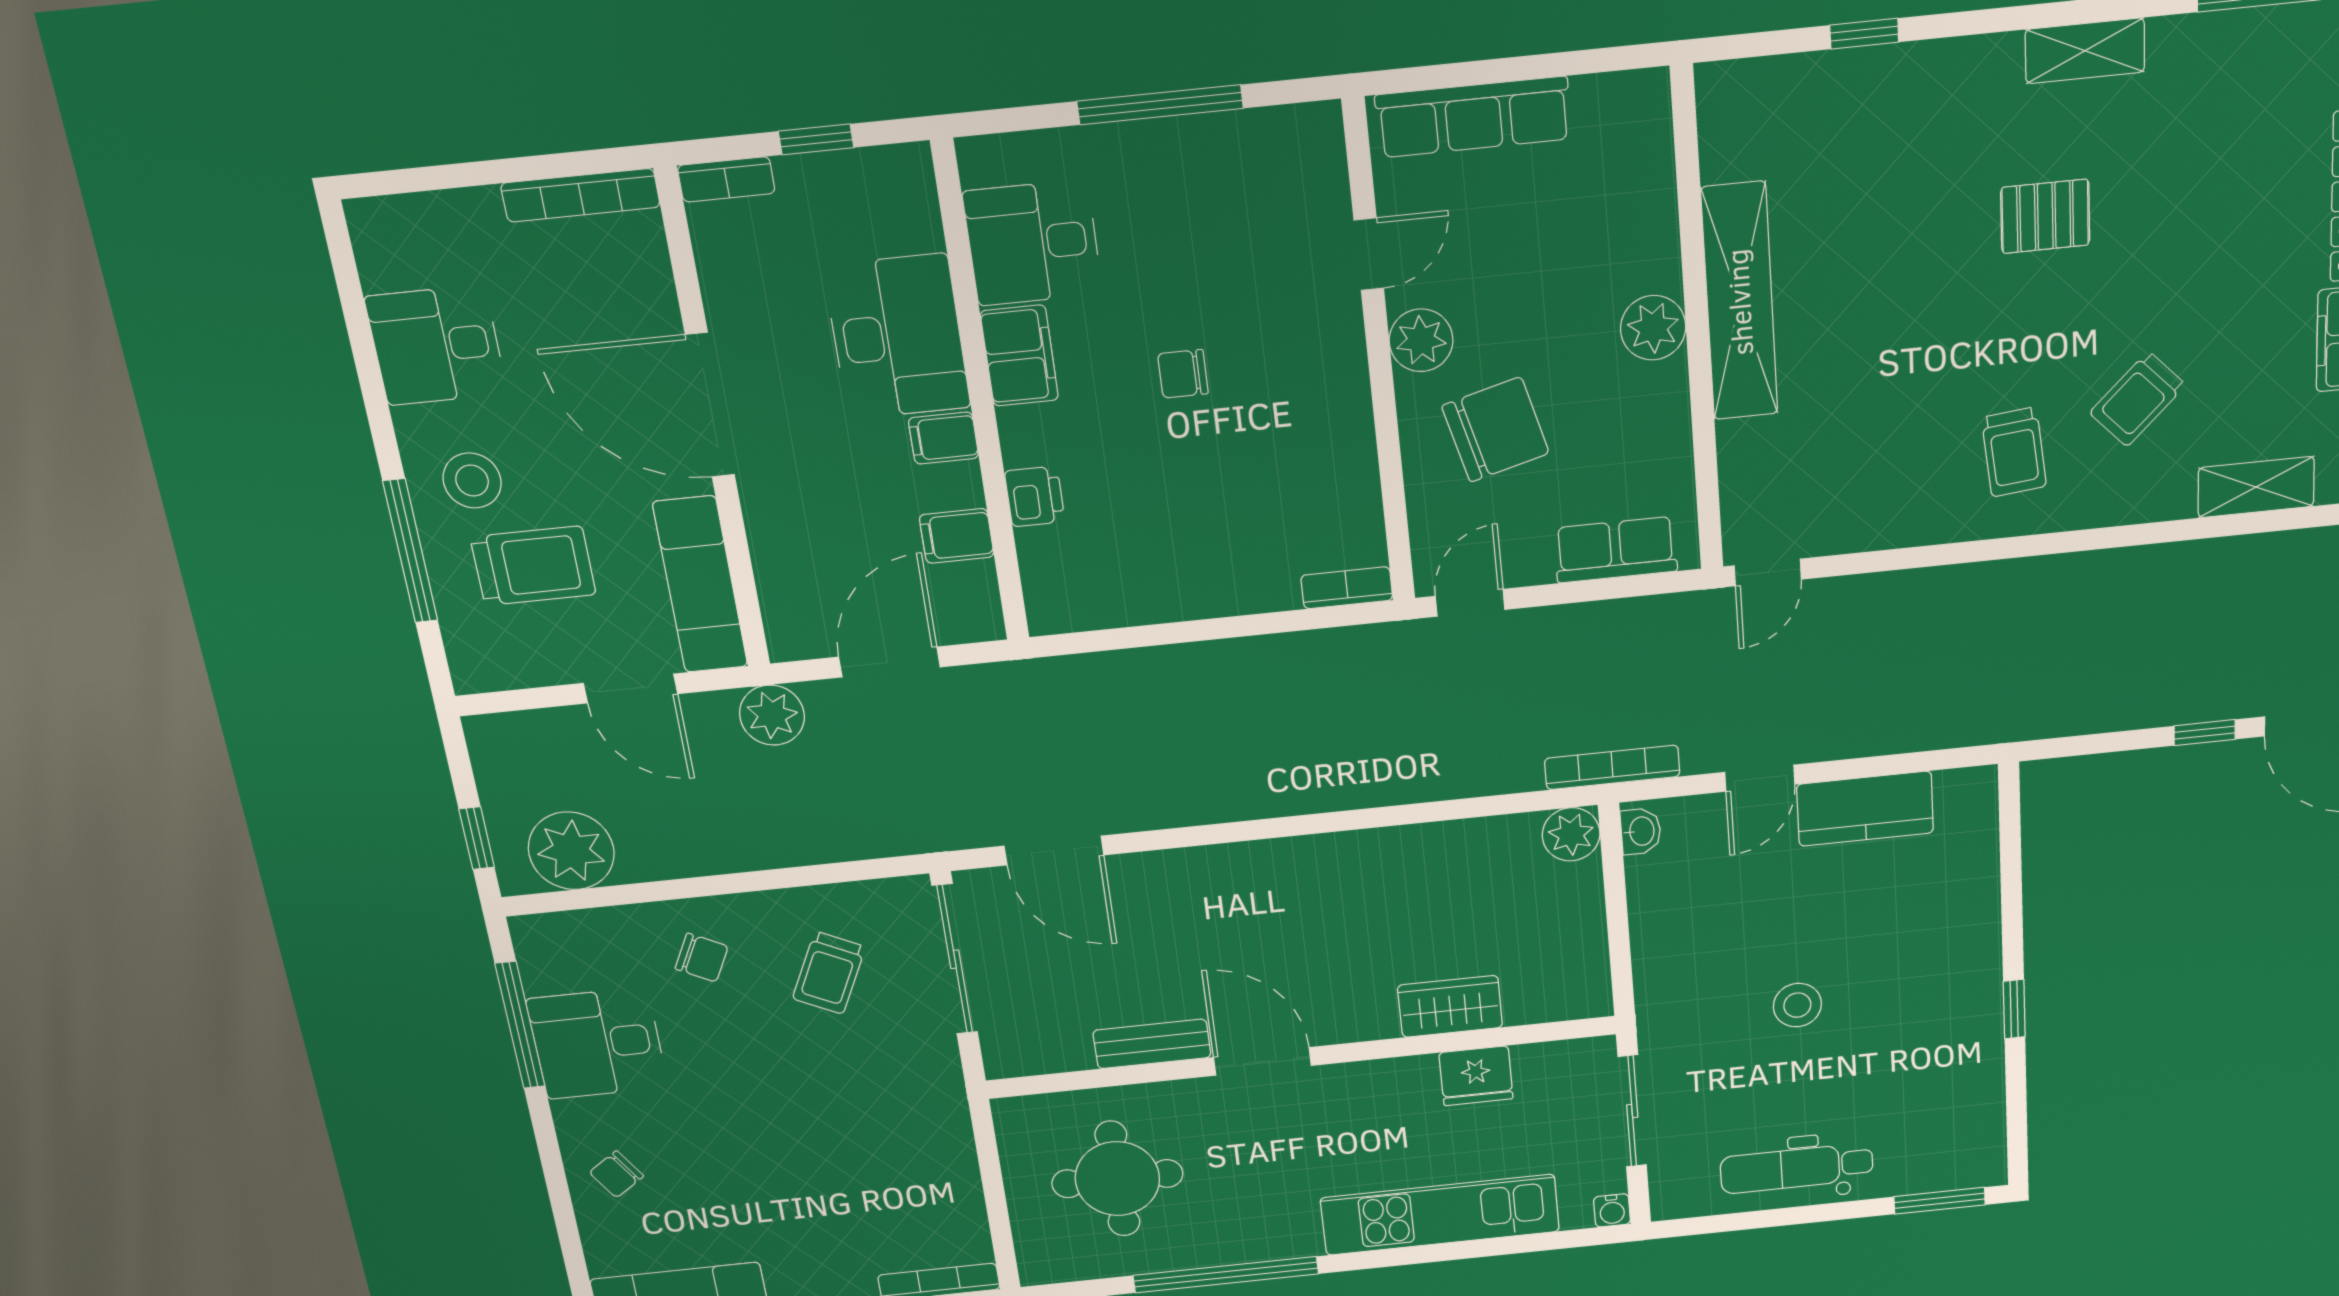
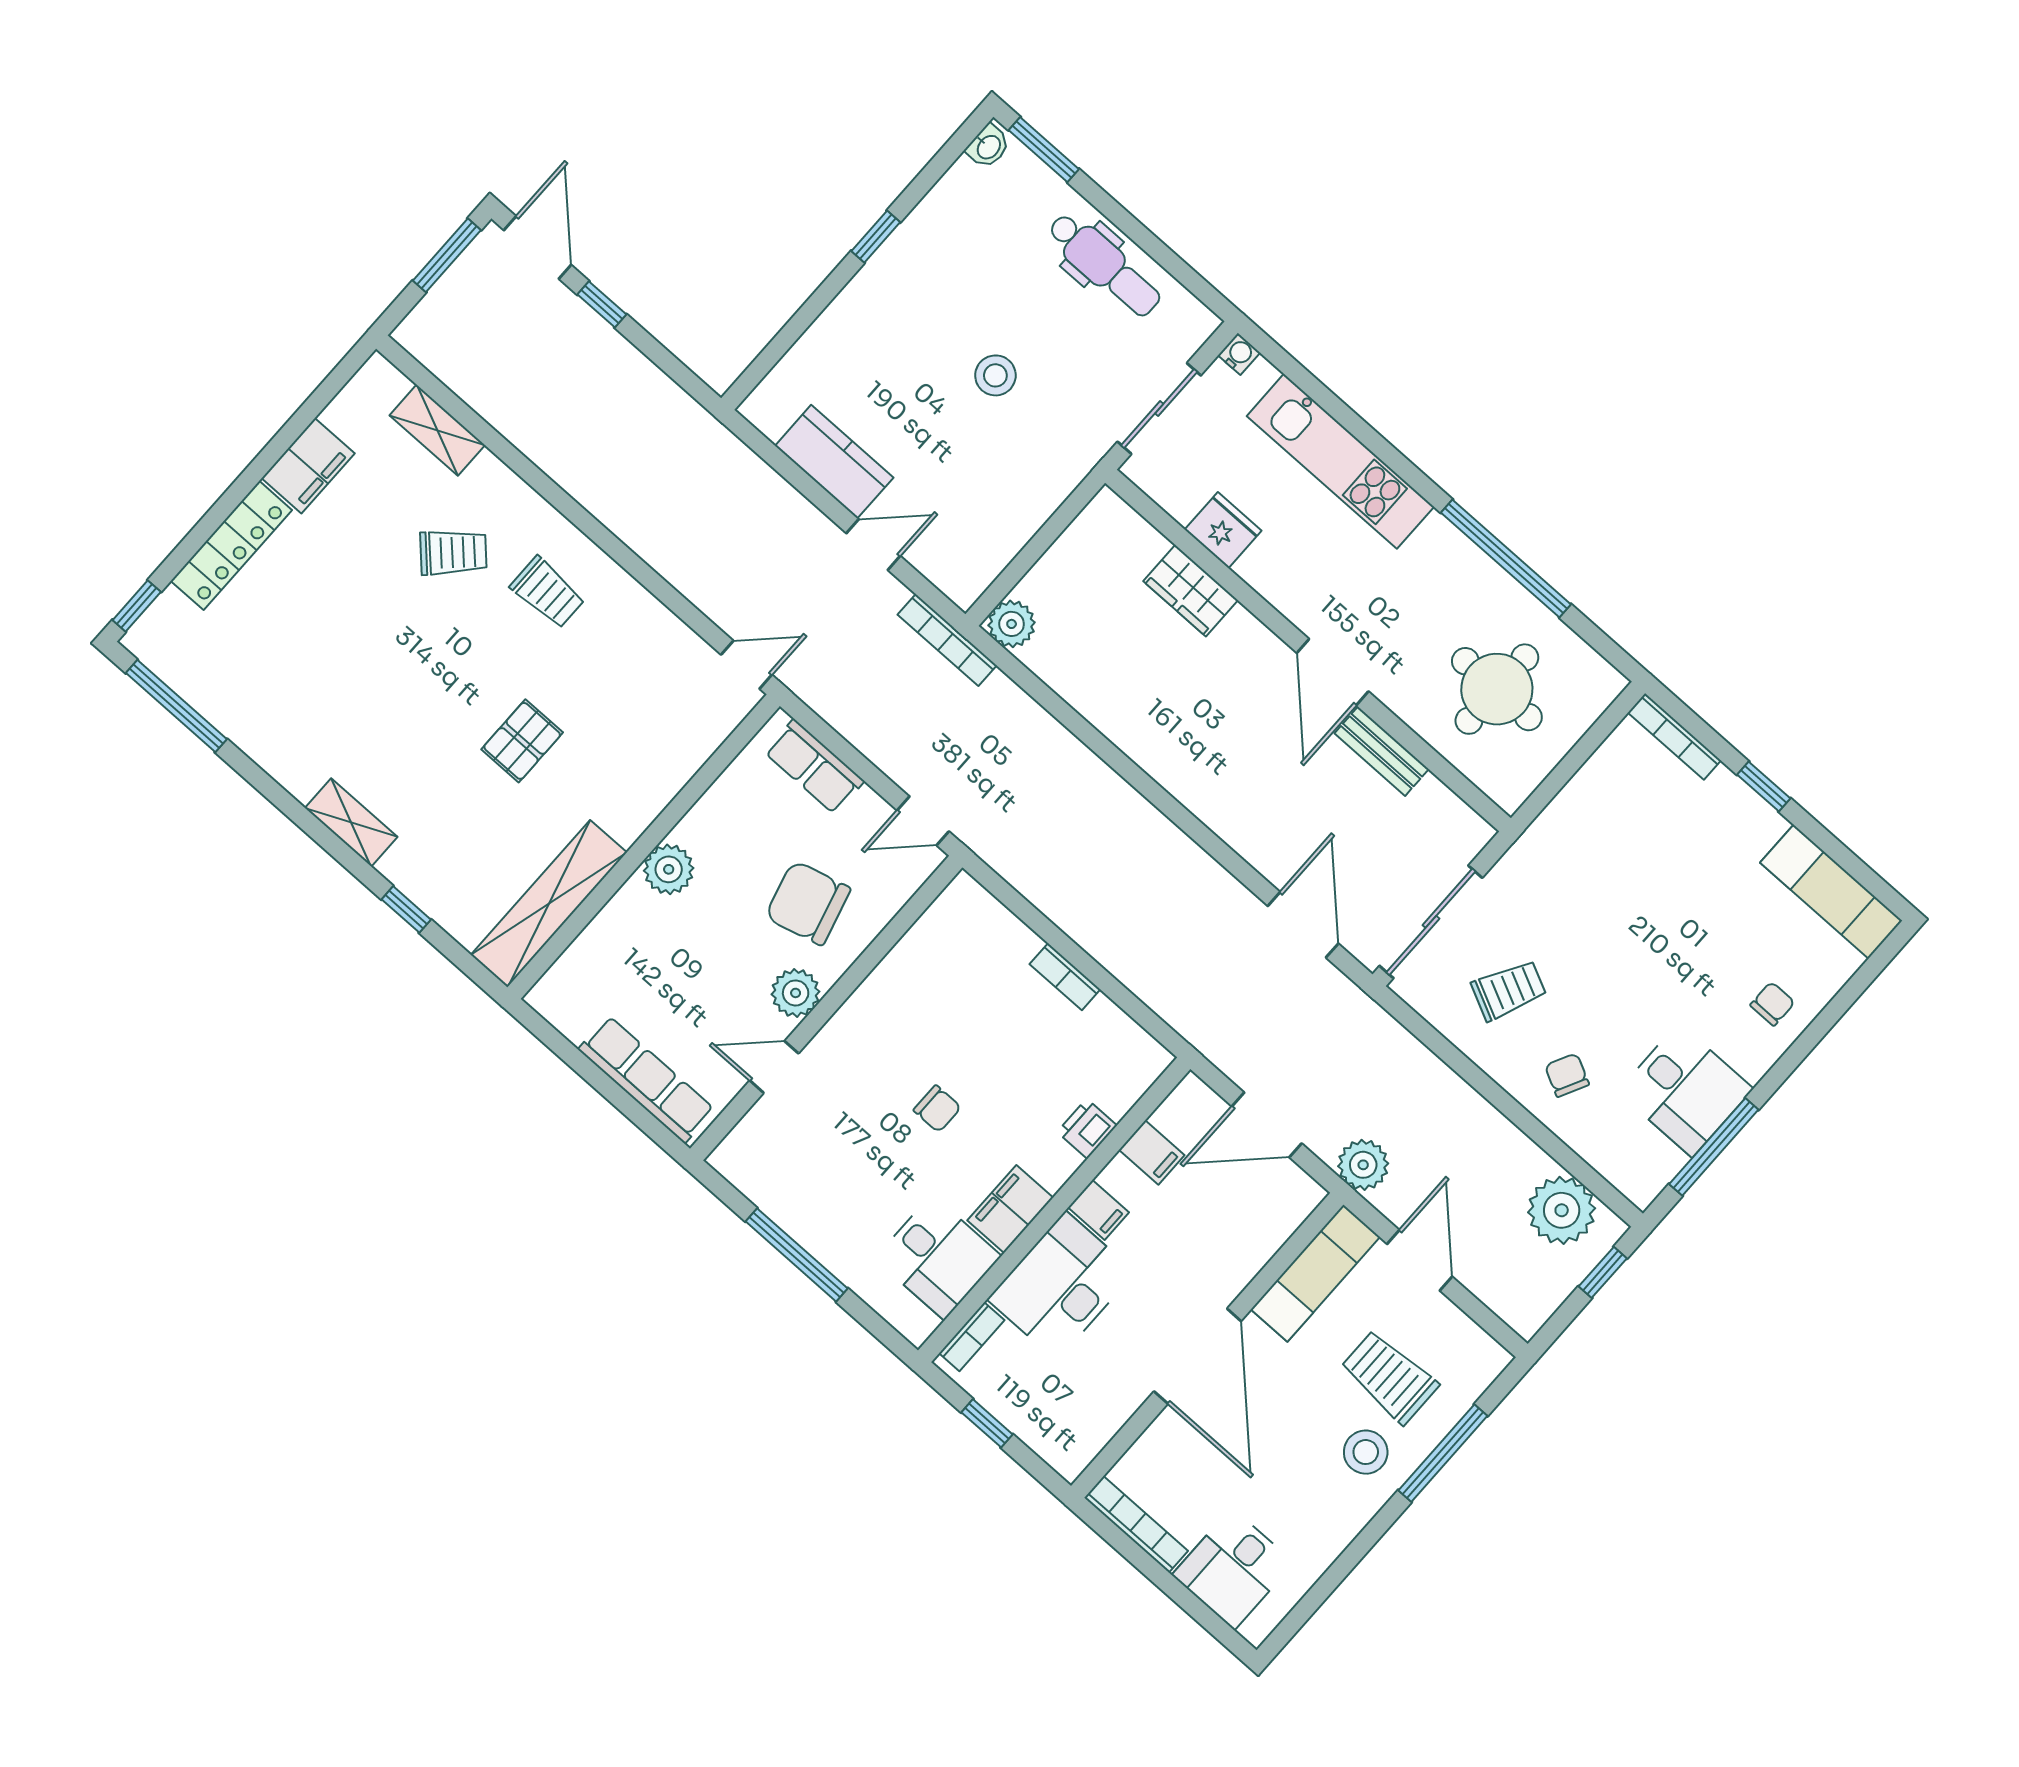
shelving: (2085, 51) -> (351, 822), moved
bookcase: (726, 179) -> (972, 1337), moved, turned 90
pallet: (2045, 216) -> (522, 741), moved, turned 90
shelving: (1739, 302) -> (549, 904), moved
desk: (436, 345) -> (1233, 1569), moved, turned 90
trolley: (2014, 452) -> (548, 592), turned 96
bookcase: (1347, 588) -> (1065, 977), moved
washbasin: (1641, 831) -> (988, 147), moved, turned 180
chair: (616, 1174) -> (1772, 1004), turned -56

